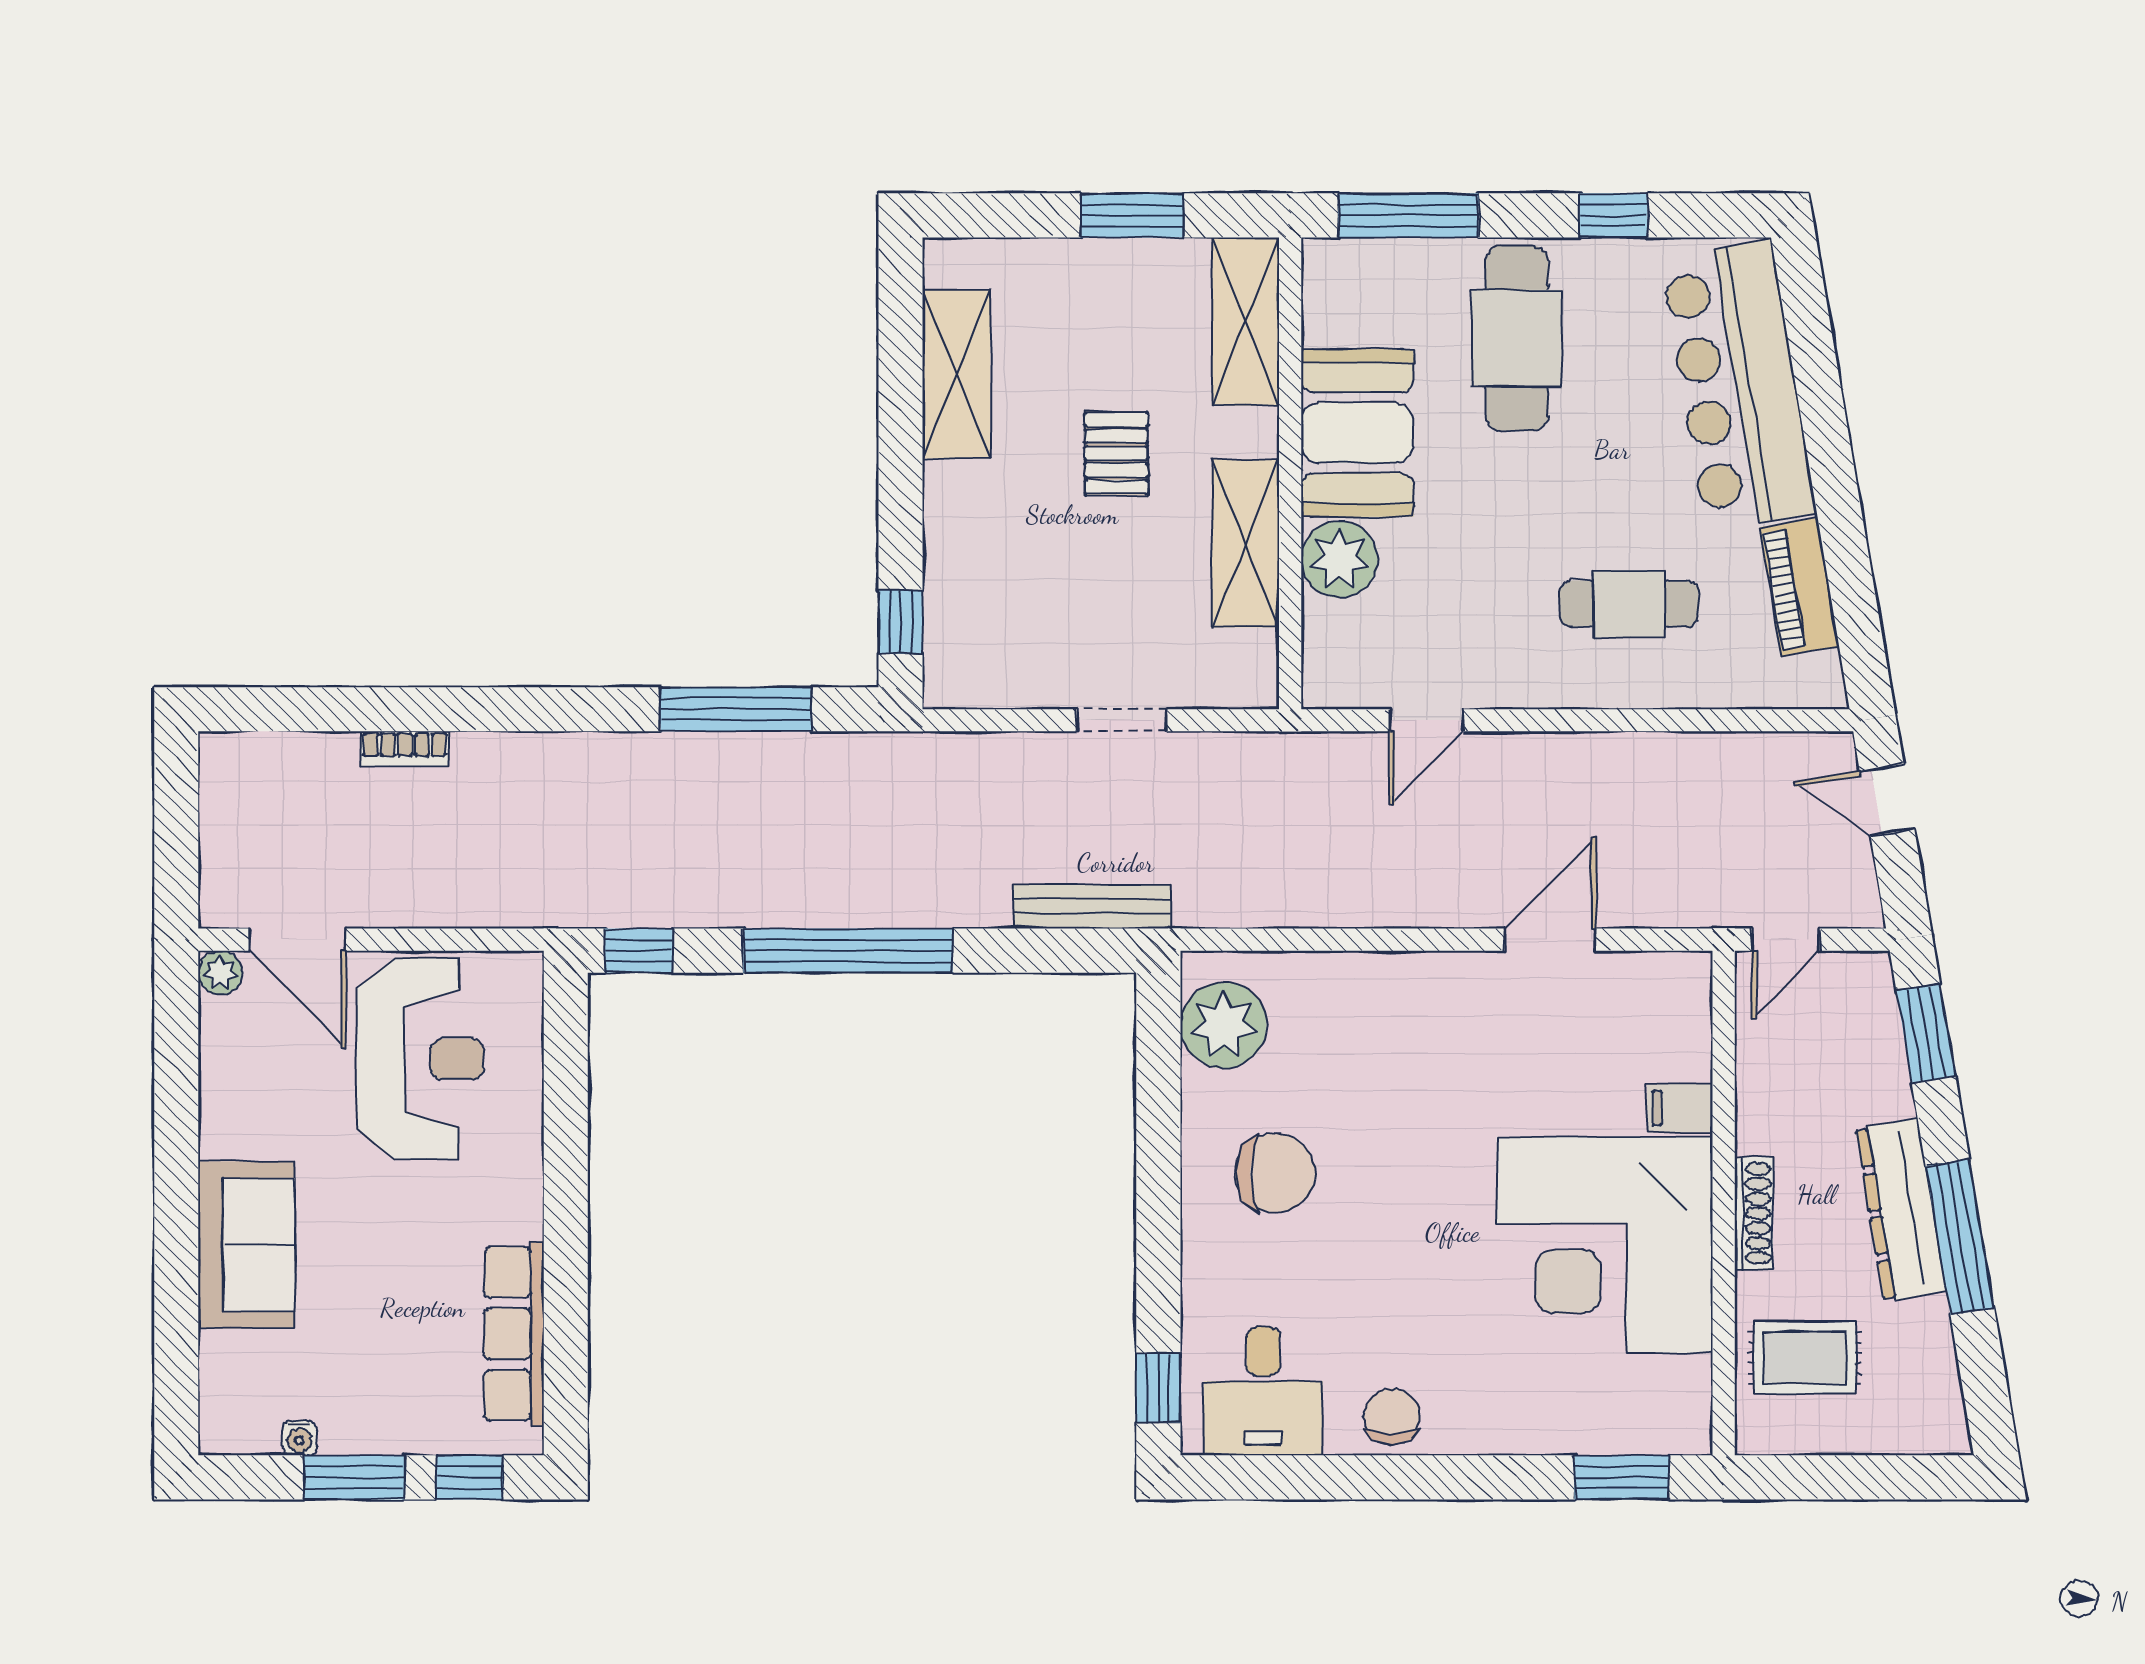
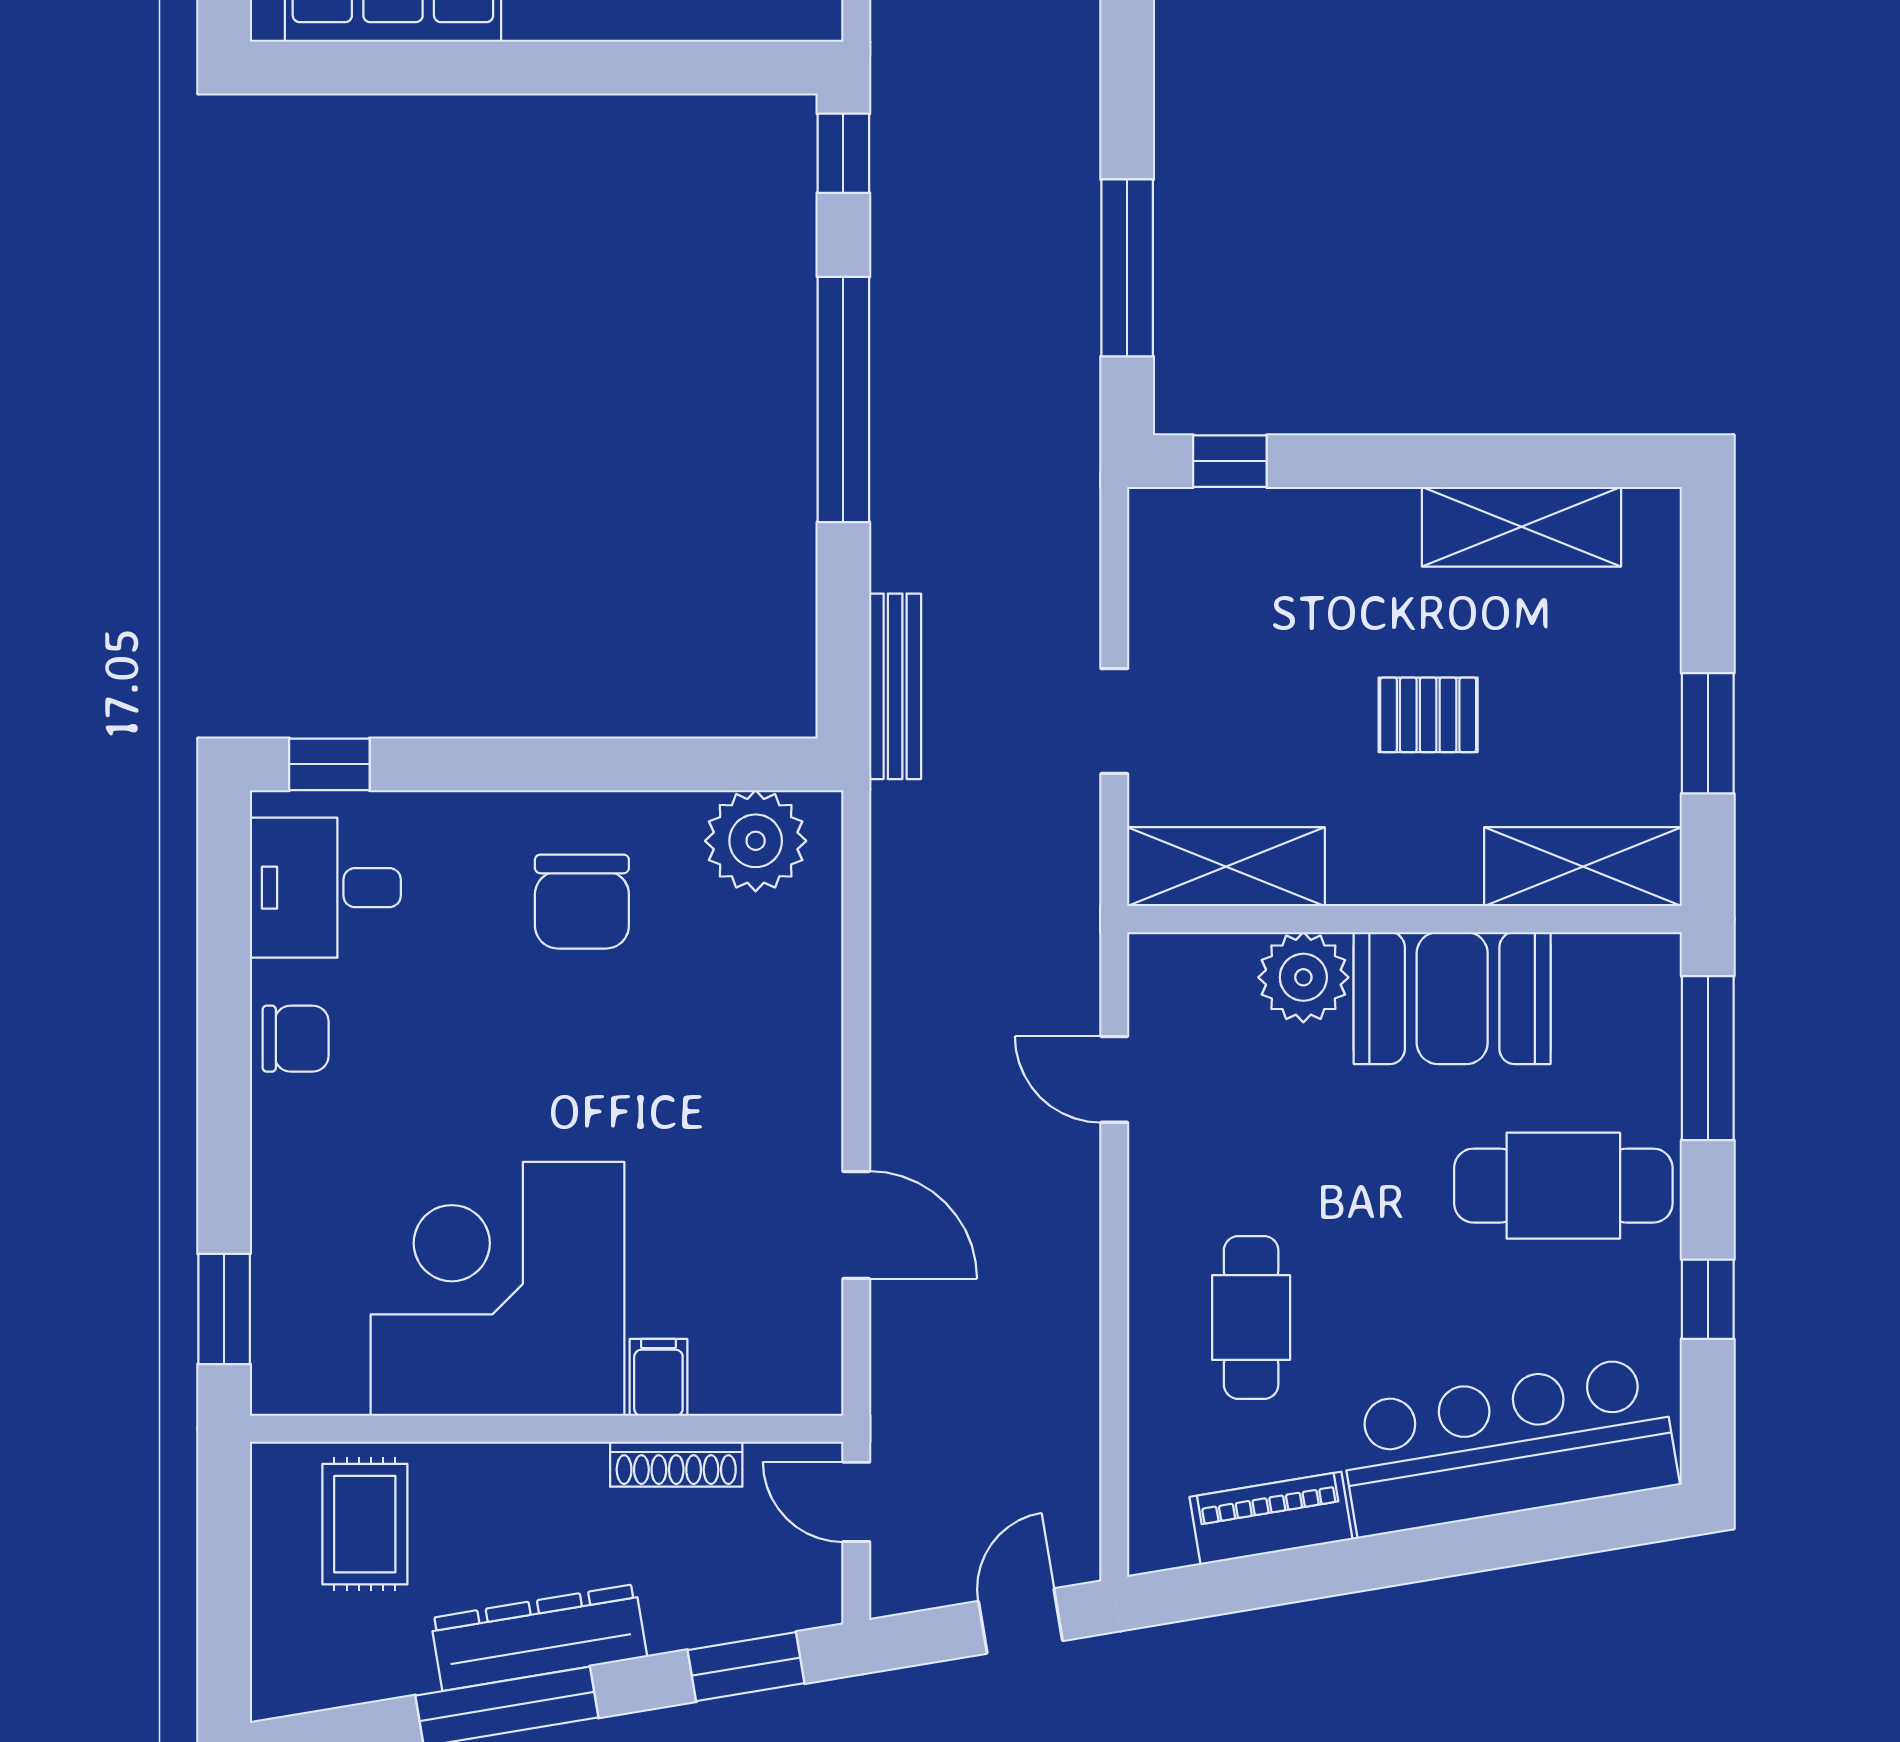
shelving: (1245, 543) -> (1226, 867), moved
shoe rack: (1754, 1213) -> (676, 1464), moved

